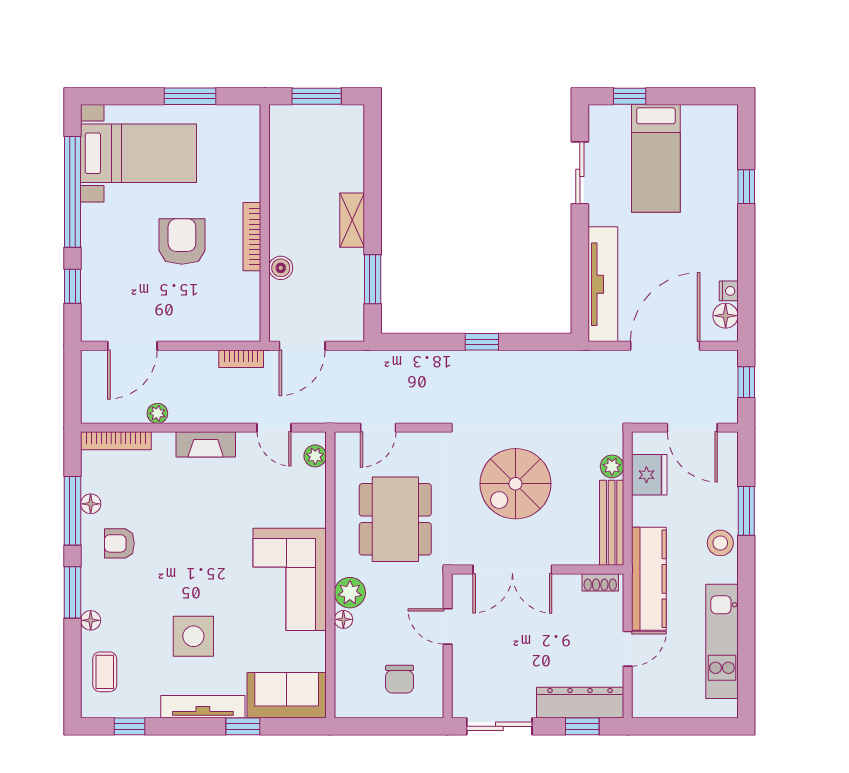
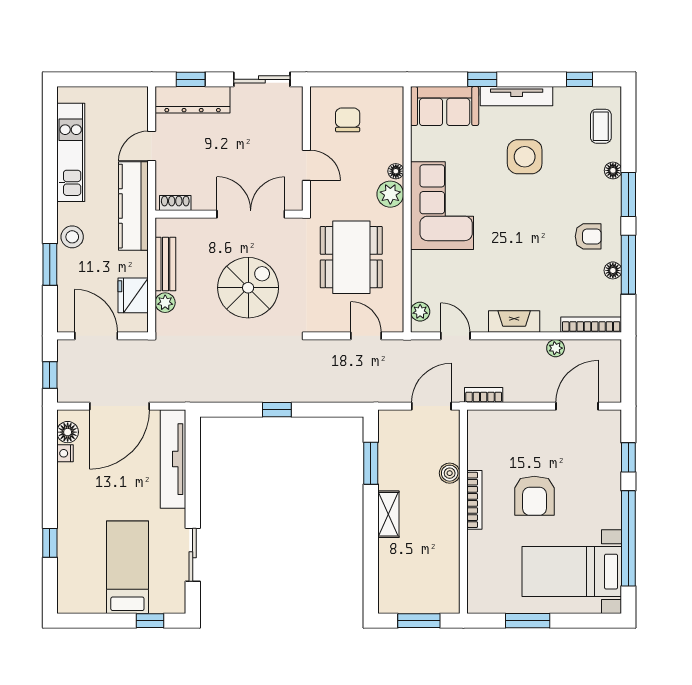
door: (378, 428) -> (366, 336), hinge flipped
bench: (612, 523) -> (165, 264), width x0.73

